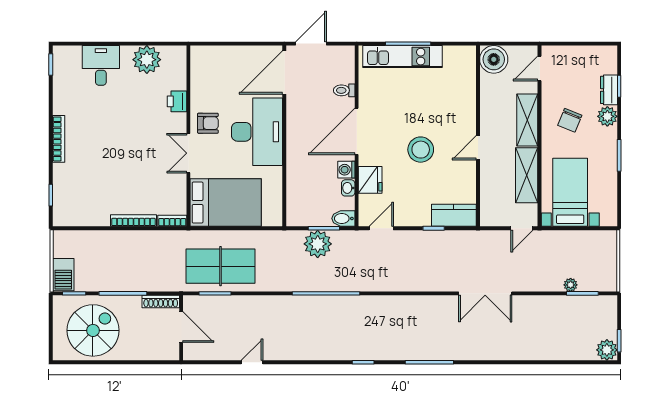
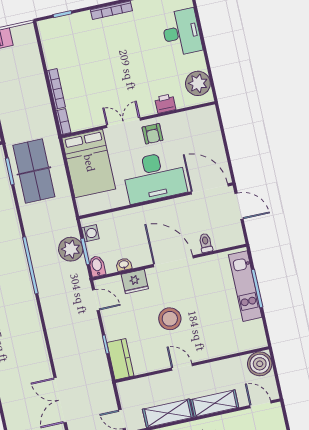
plant: (147, 60) -> (198, 83), moved
desk: (101, 65) -> (182, 32), width x1.37
washing machine: (346, 170) -> (90, 233), moved, turned 90

